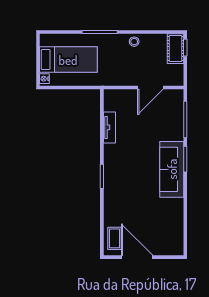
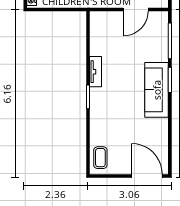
tv unit: (109, 127) -> (95, 72), moved
door: (137, 257) -> (147, 176), moved

